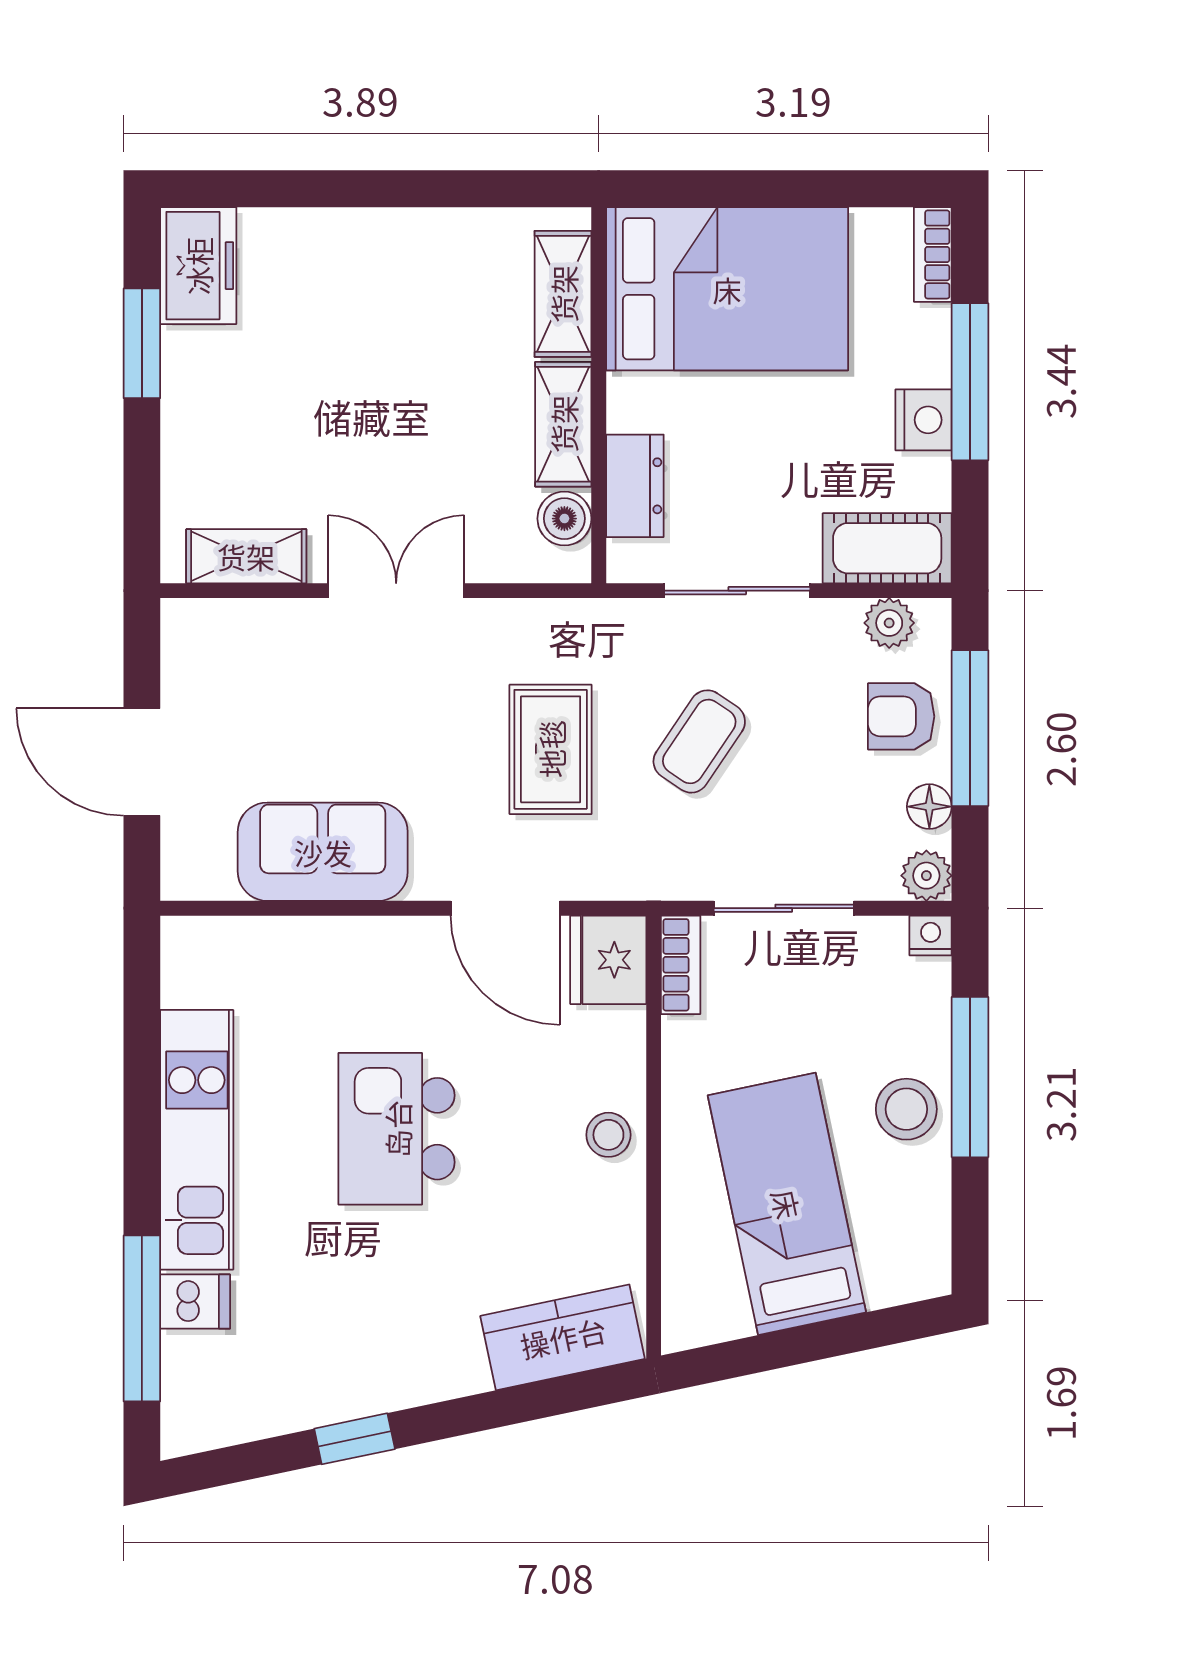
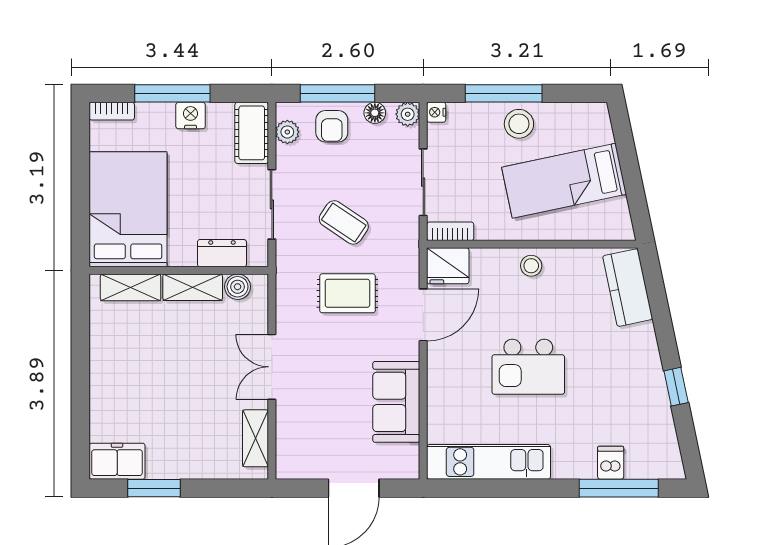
kitchen unit: (197, 1140) -> (489, 462), moved

